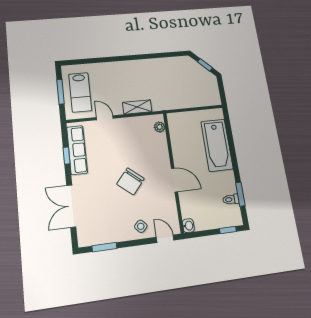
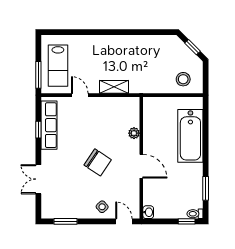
window: (61, 92) -> (38, 75), moved
stool: (201, 94) -> (183, 79), added
plant: (159, 127) -> (134, 133), moved
chair: (130, 181) -> (98, 162), turned -96
toilet: (231, 199) -> (195, 214), moved
double door: (71, 206) -> (38, 179), width x0.73

